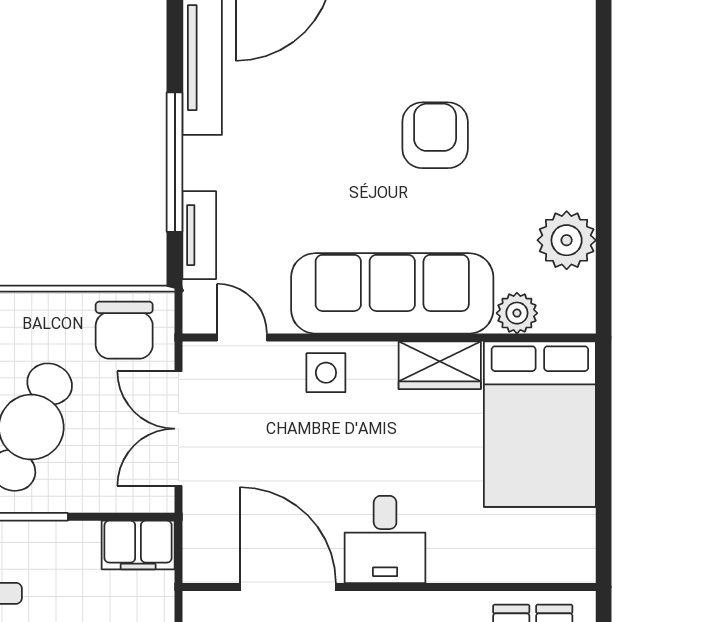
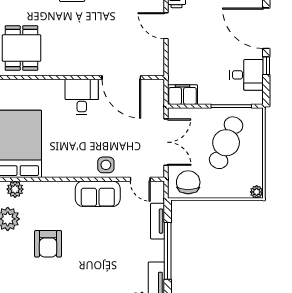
armchair: (435, 135) -> (48, 244), moved
sofa: (392, 293) -> (98, 194), width x0.54, depth x0.79
plant: (517, 313) -> (15, 189), moved
wardrobe: (440, 365) -> (59, 168), removed

